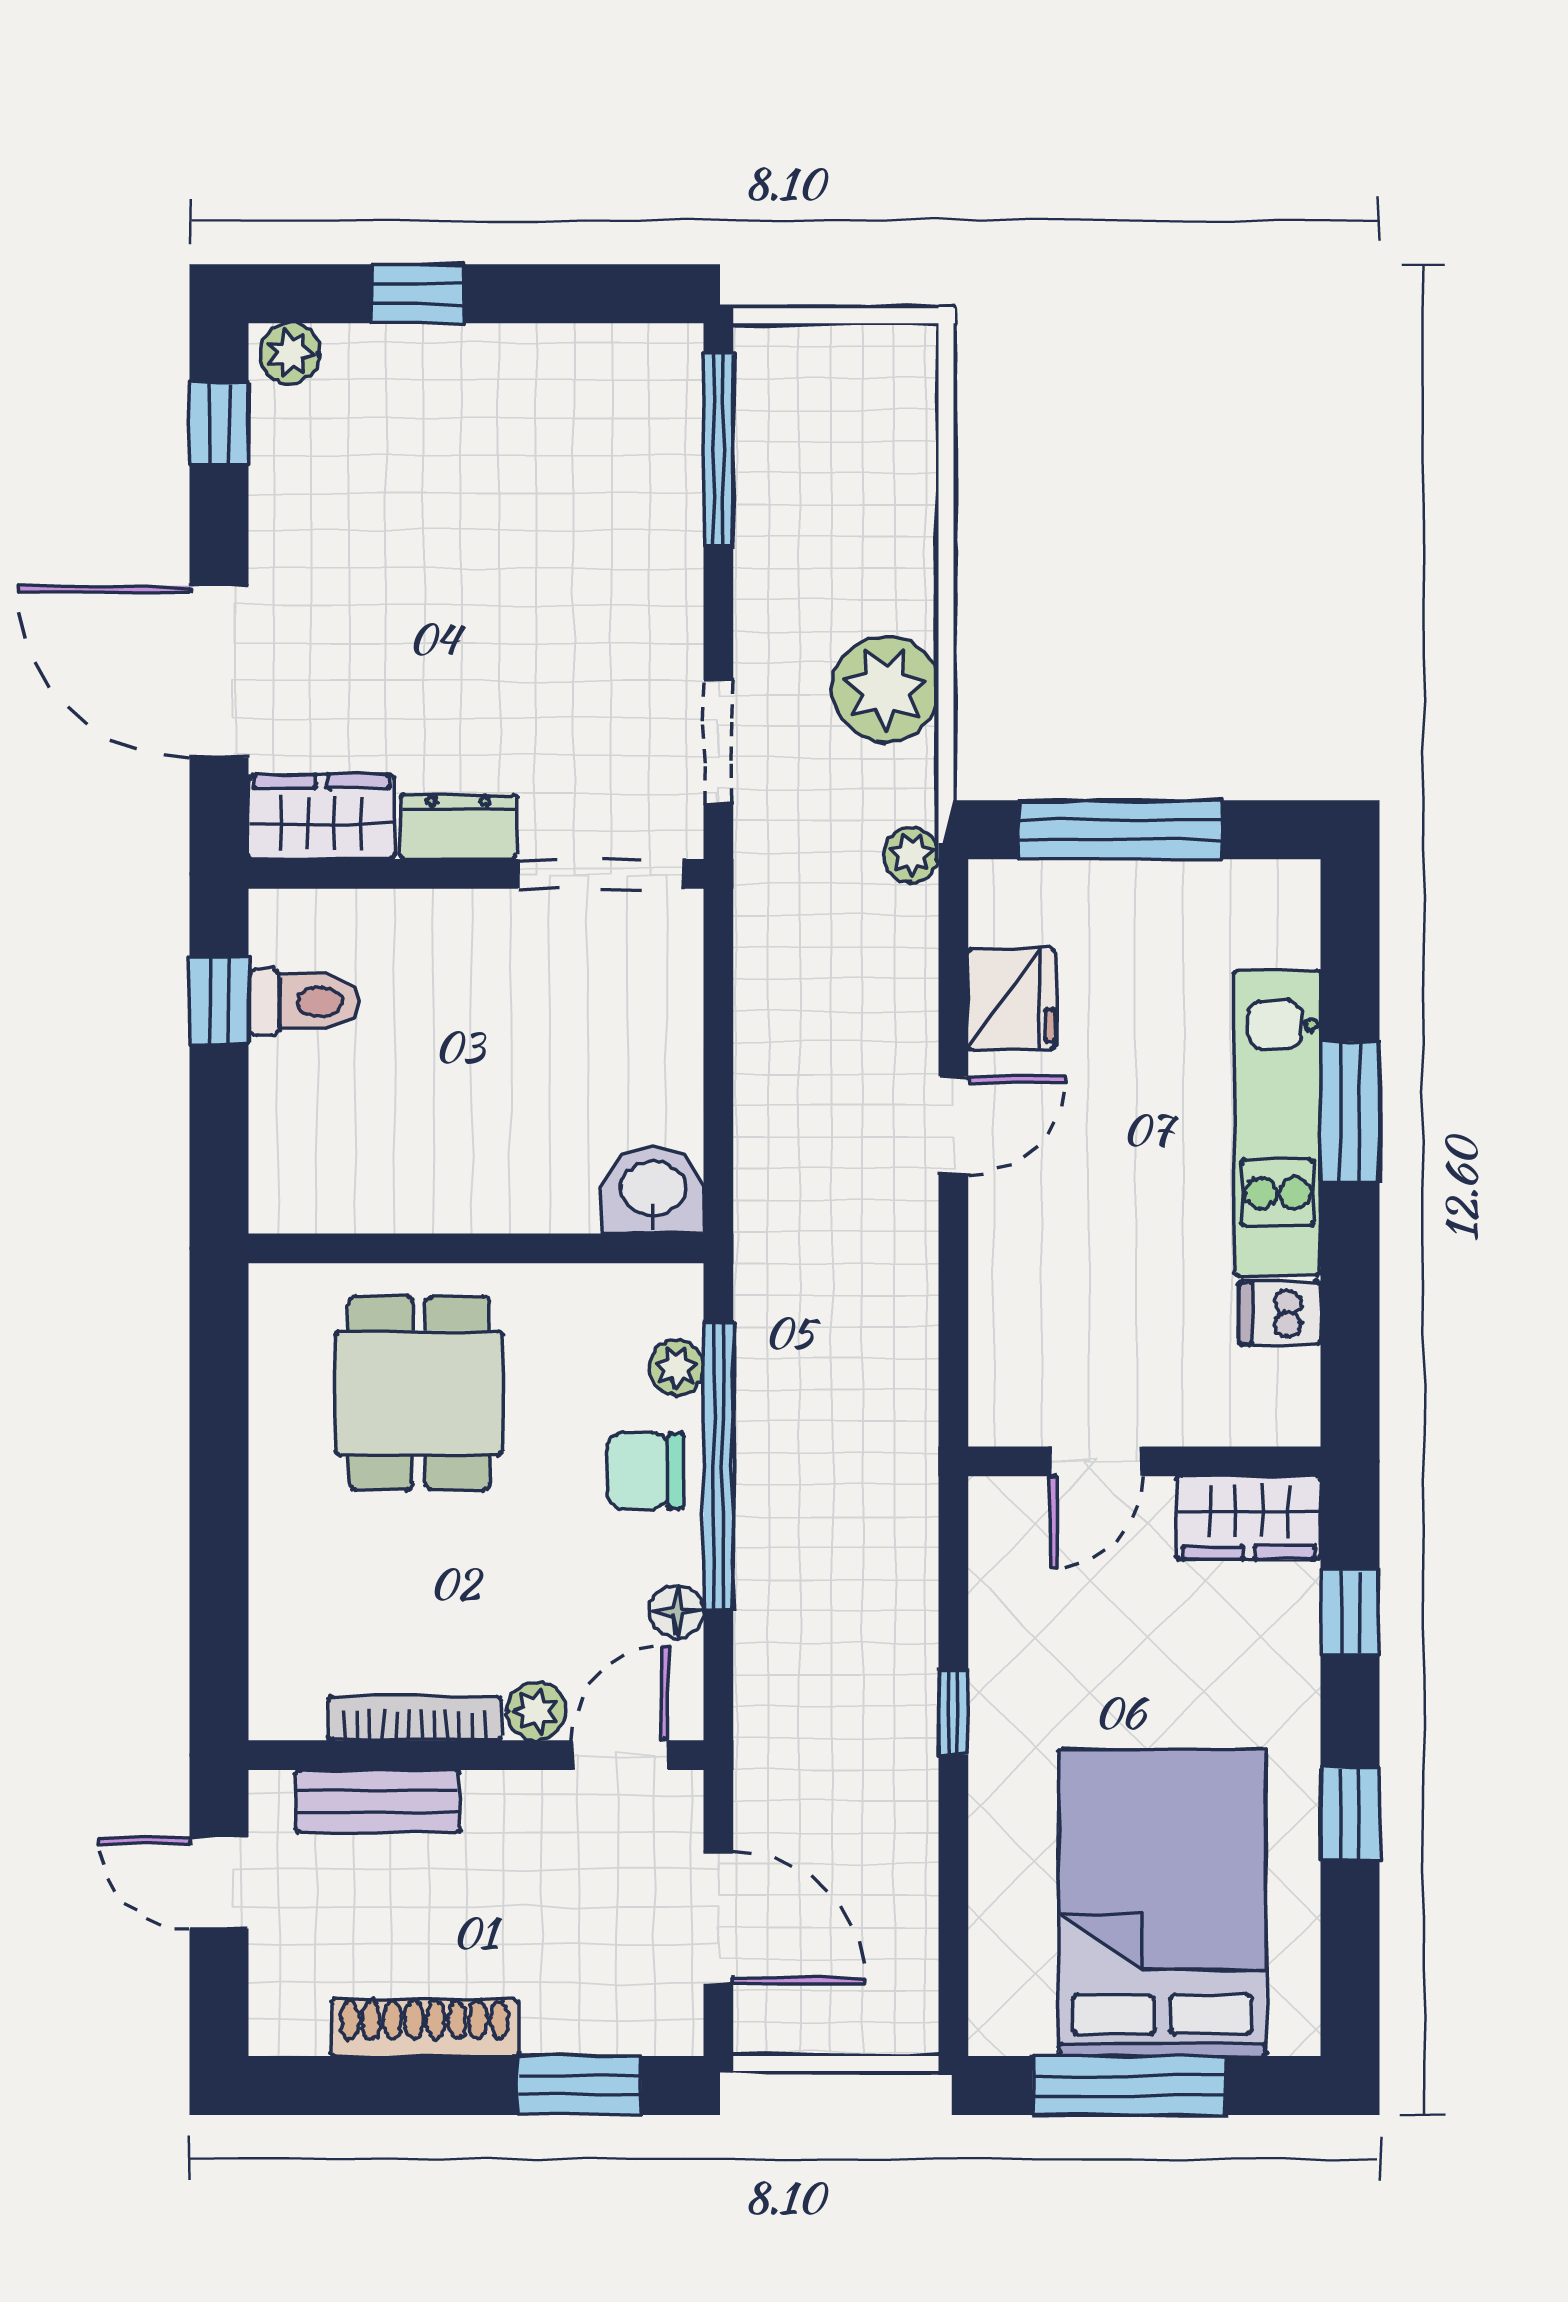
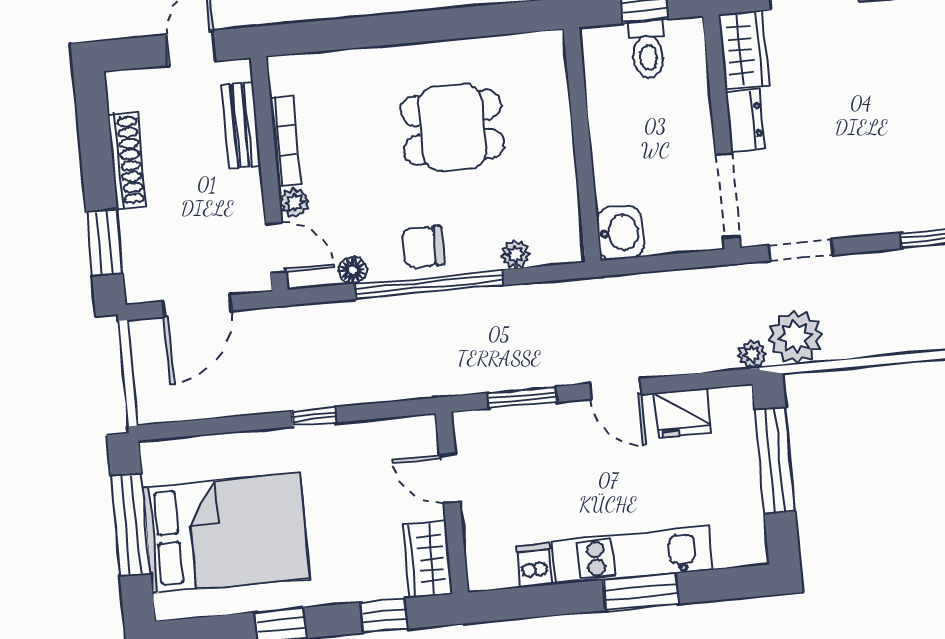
plant: (885, 689) -> (795, 337), moved
washbasin: (653, 1191) -> (620, 233), moved
wall: (476, 1248) -> (582, 145), moved
window: (953, 1306) -> (522, 397), added
plant: (676, 1368) -> (515, 255), moved
chair: (645, 1471) -> (423, 247), turned -90

